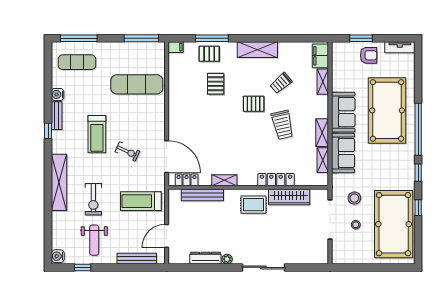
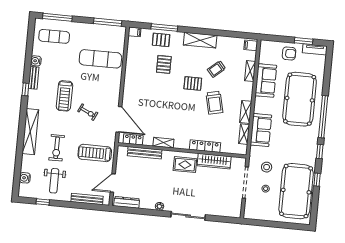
window: (361, 38) -> (304, 41), moved
filing cabinet: (320, 56) -> (251, 45), width x0.50
sofa: (343, 112) -> (266, 81), moved
water cooler: (58, 256) -> (25, 178), moved
dresser: (205, 258) -> (127, 202), moved

